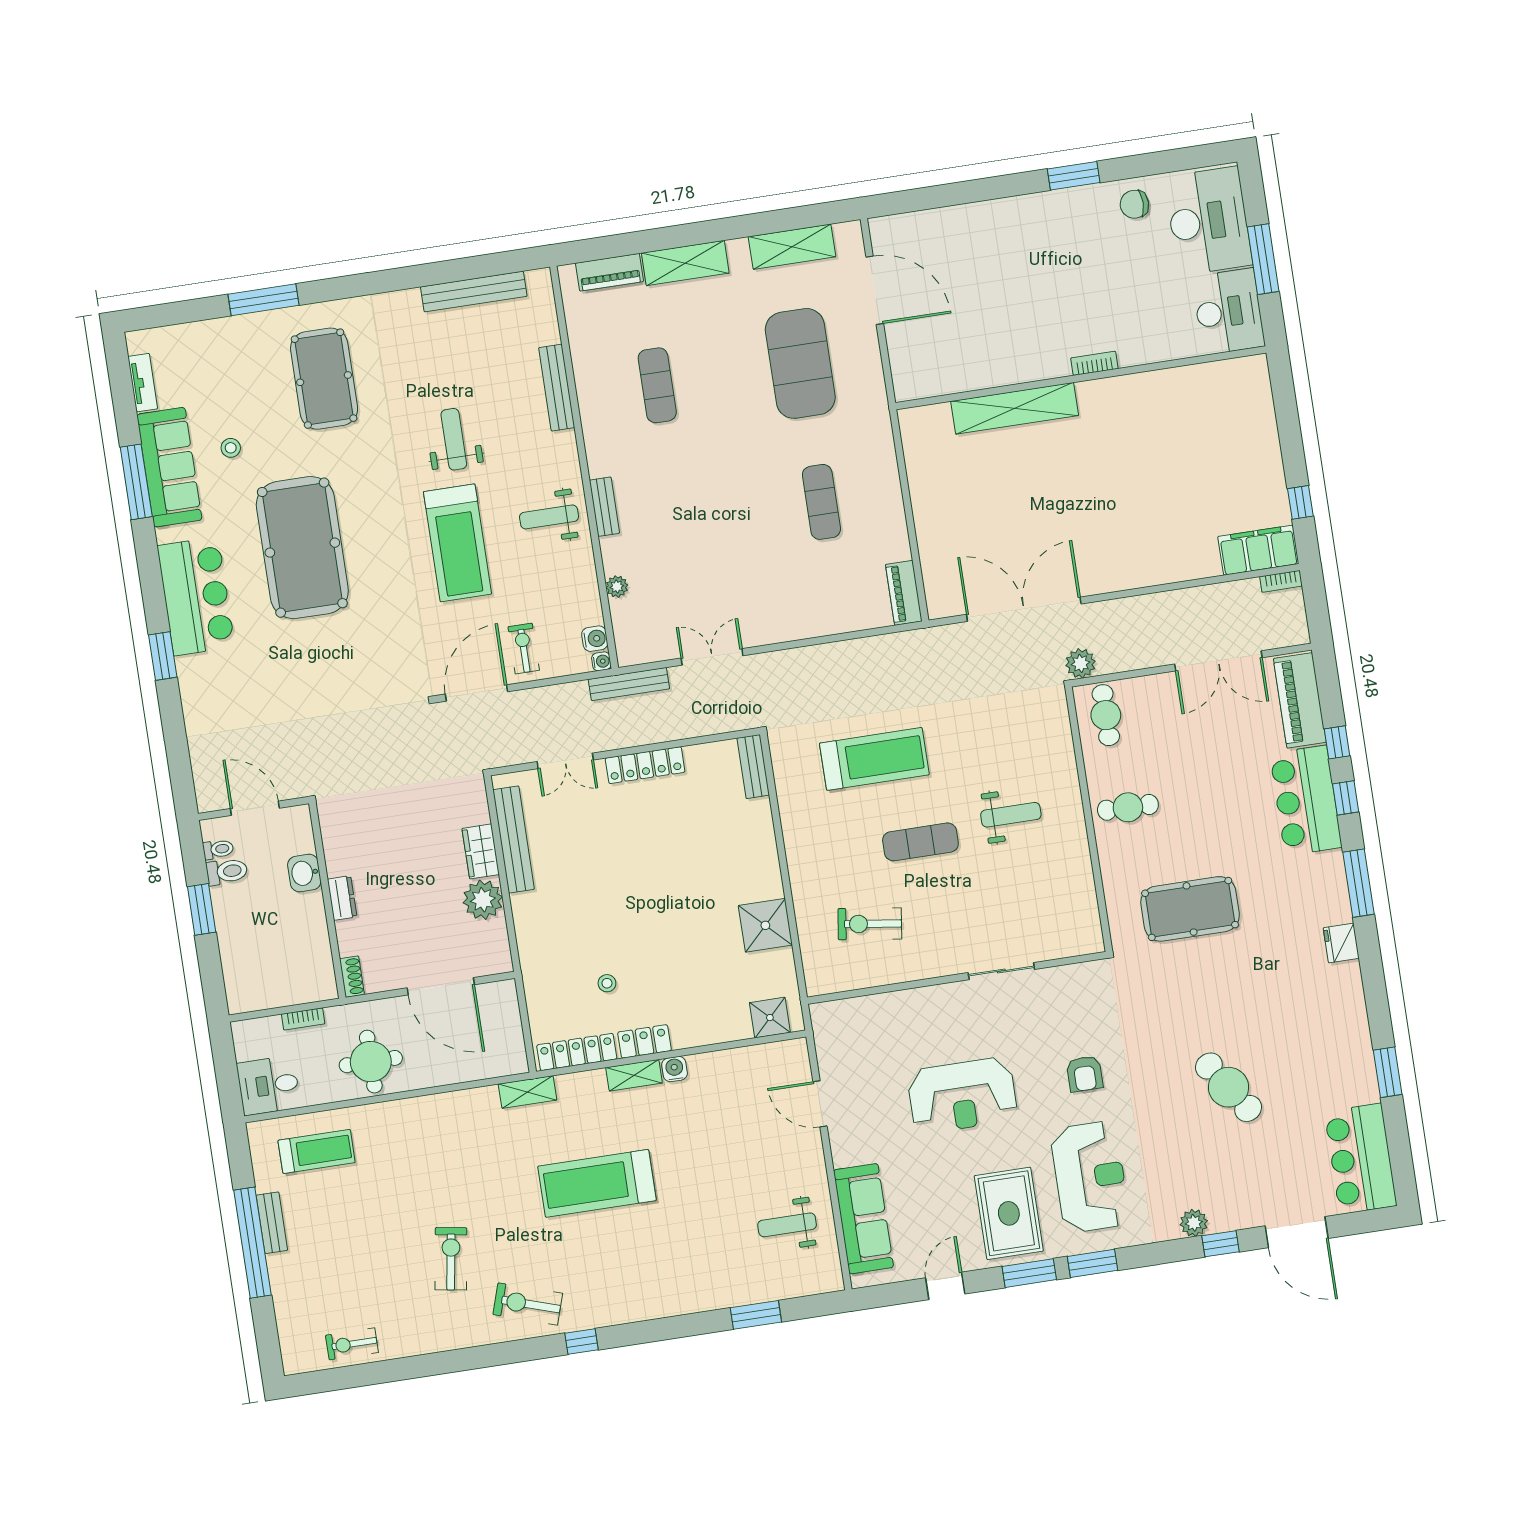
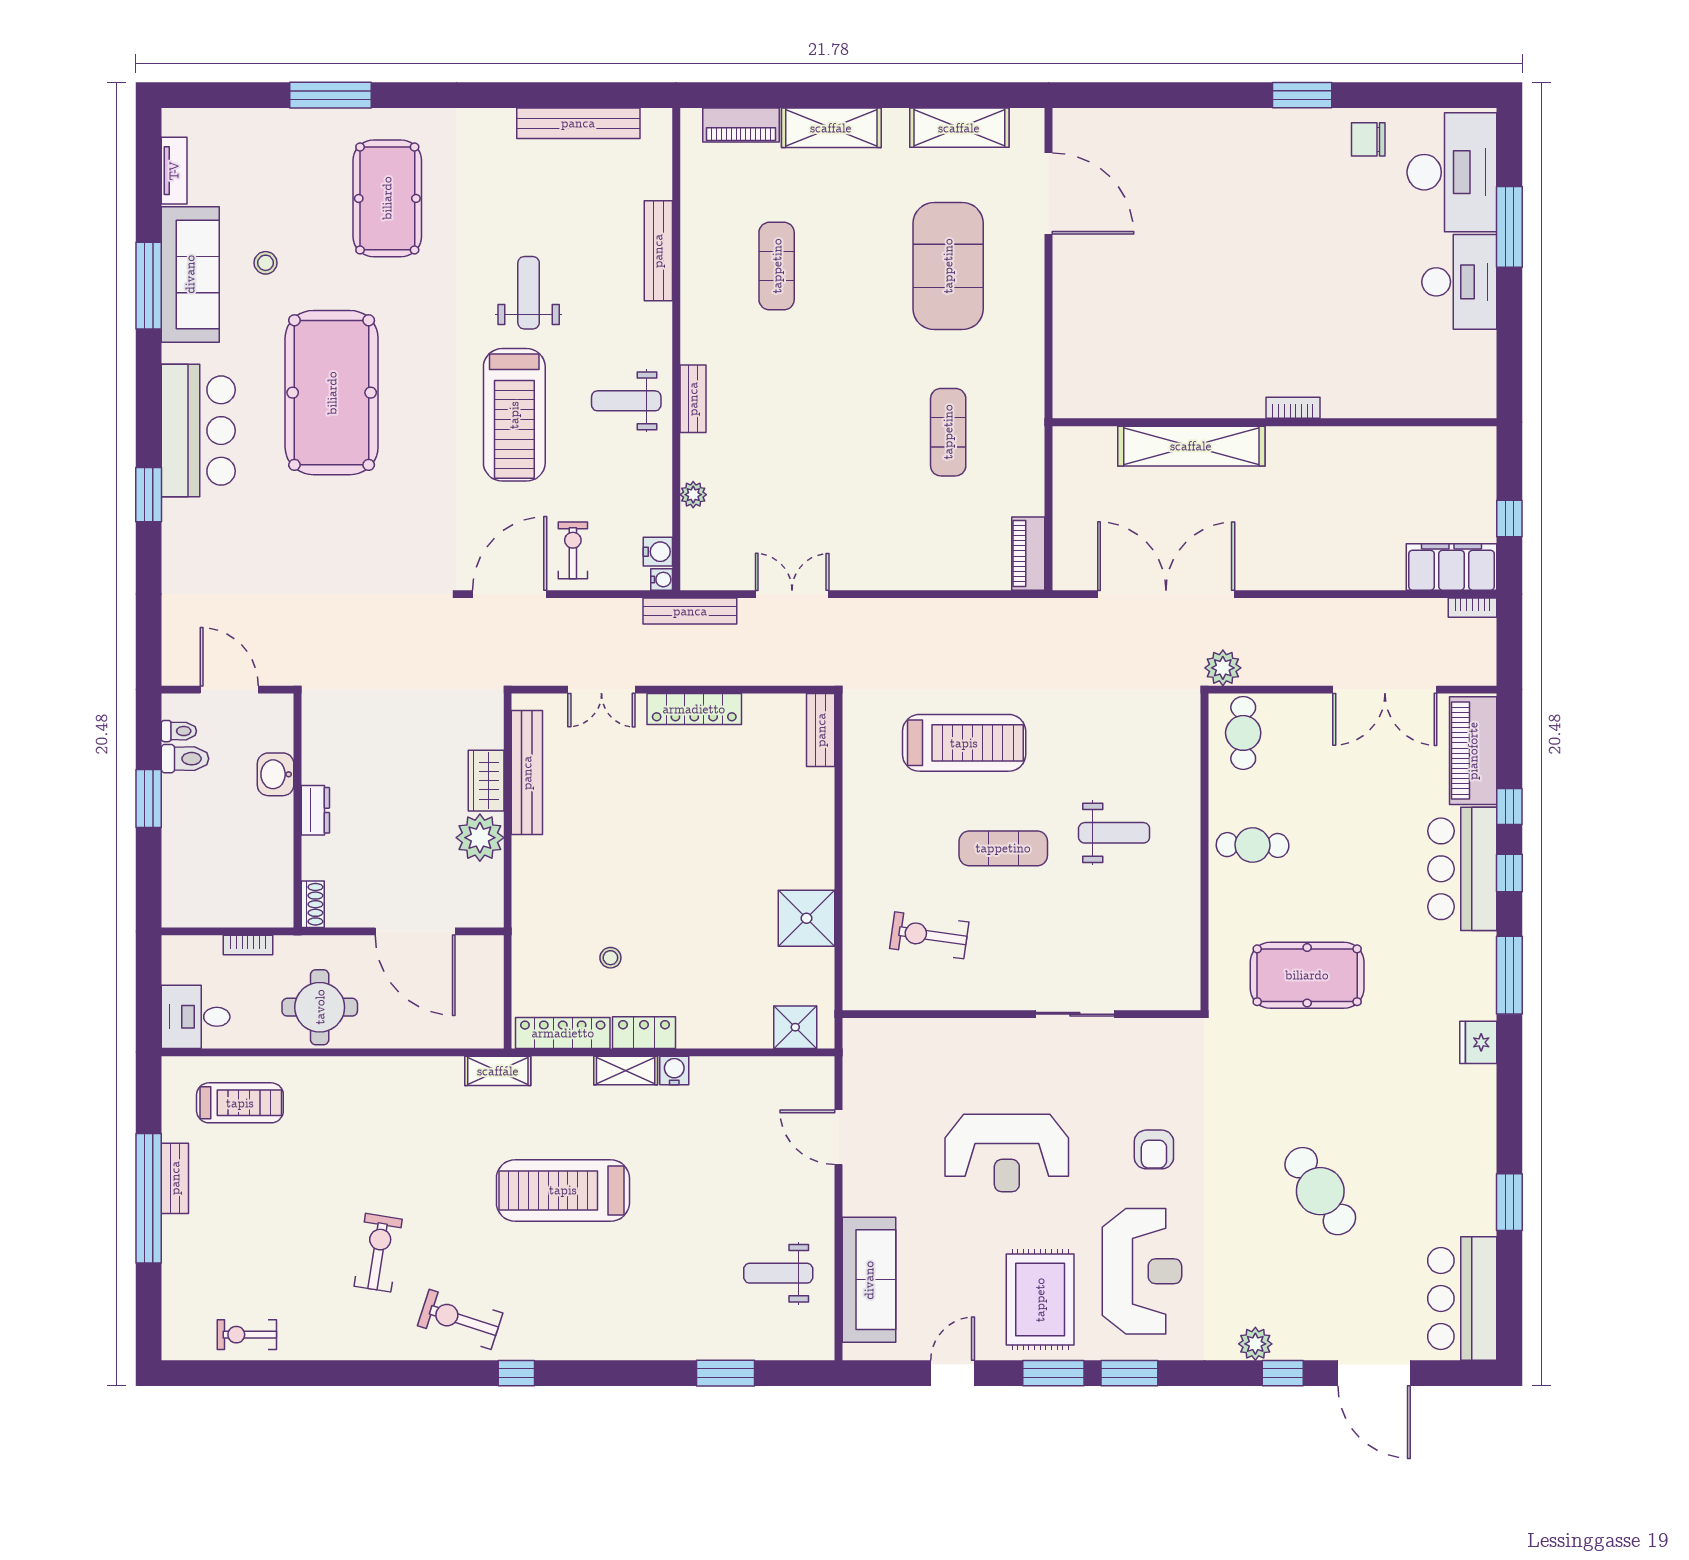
bookcase: (1094, 363) -> (1293, 408), moved
wall: (1081, 378) -> (1274, 422), moved
shelving: (1015, 408) -> (1191, 446), moved

